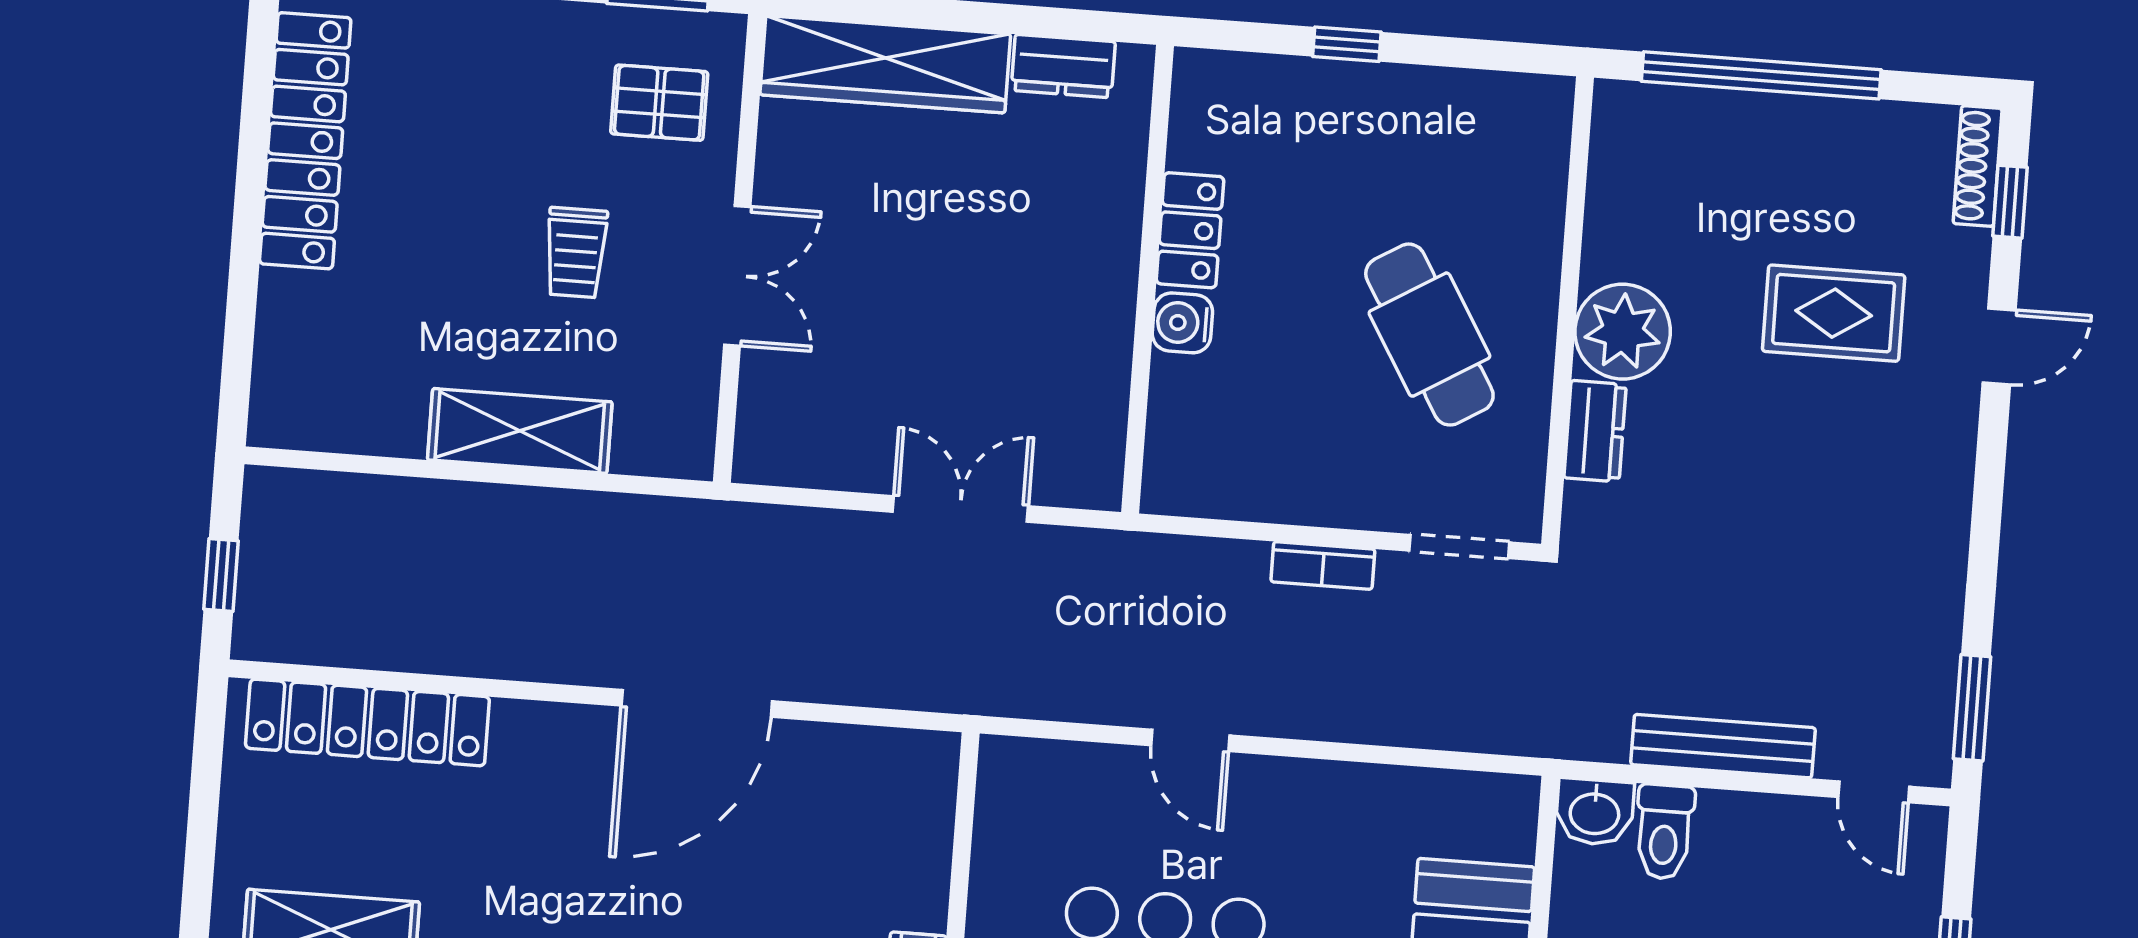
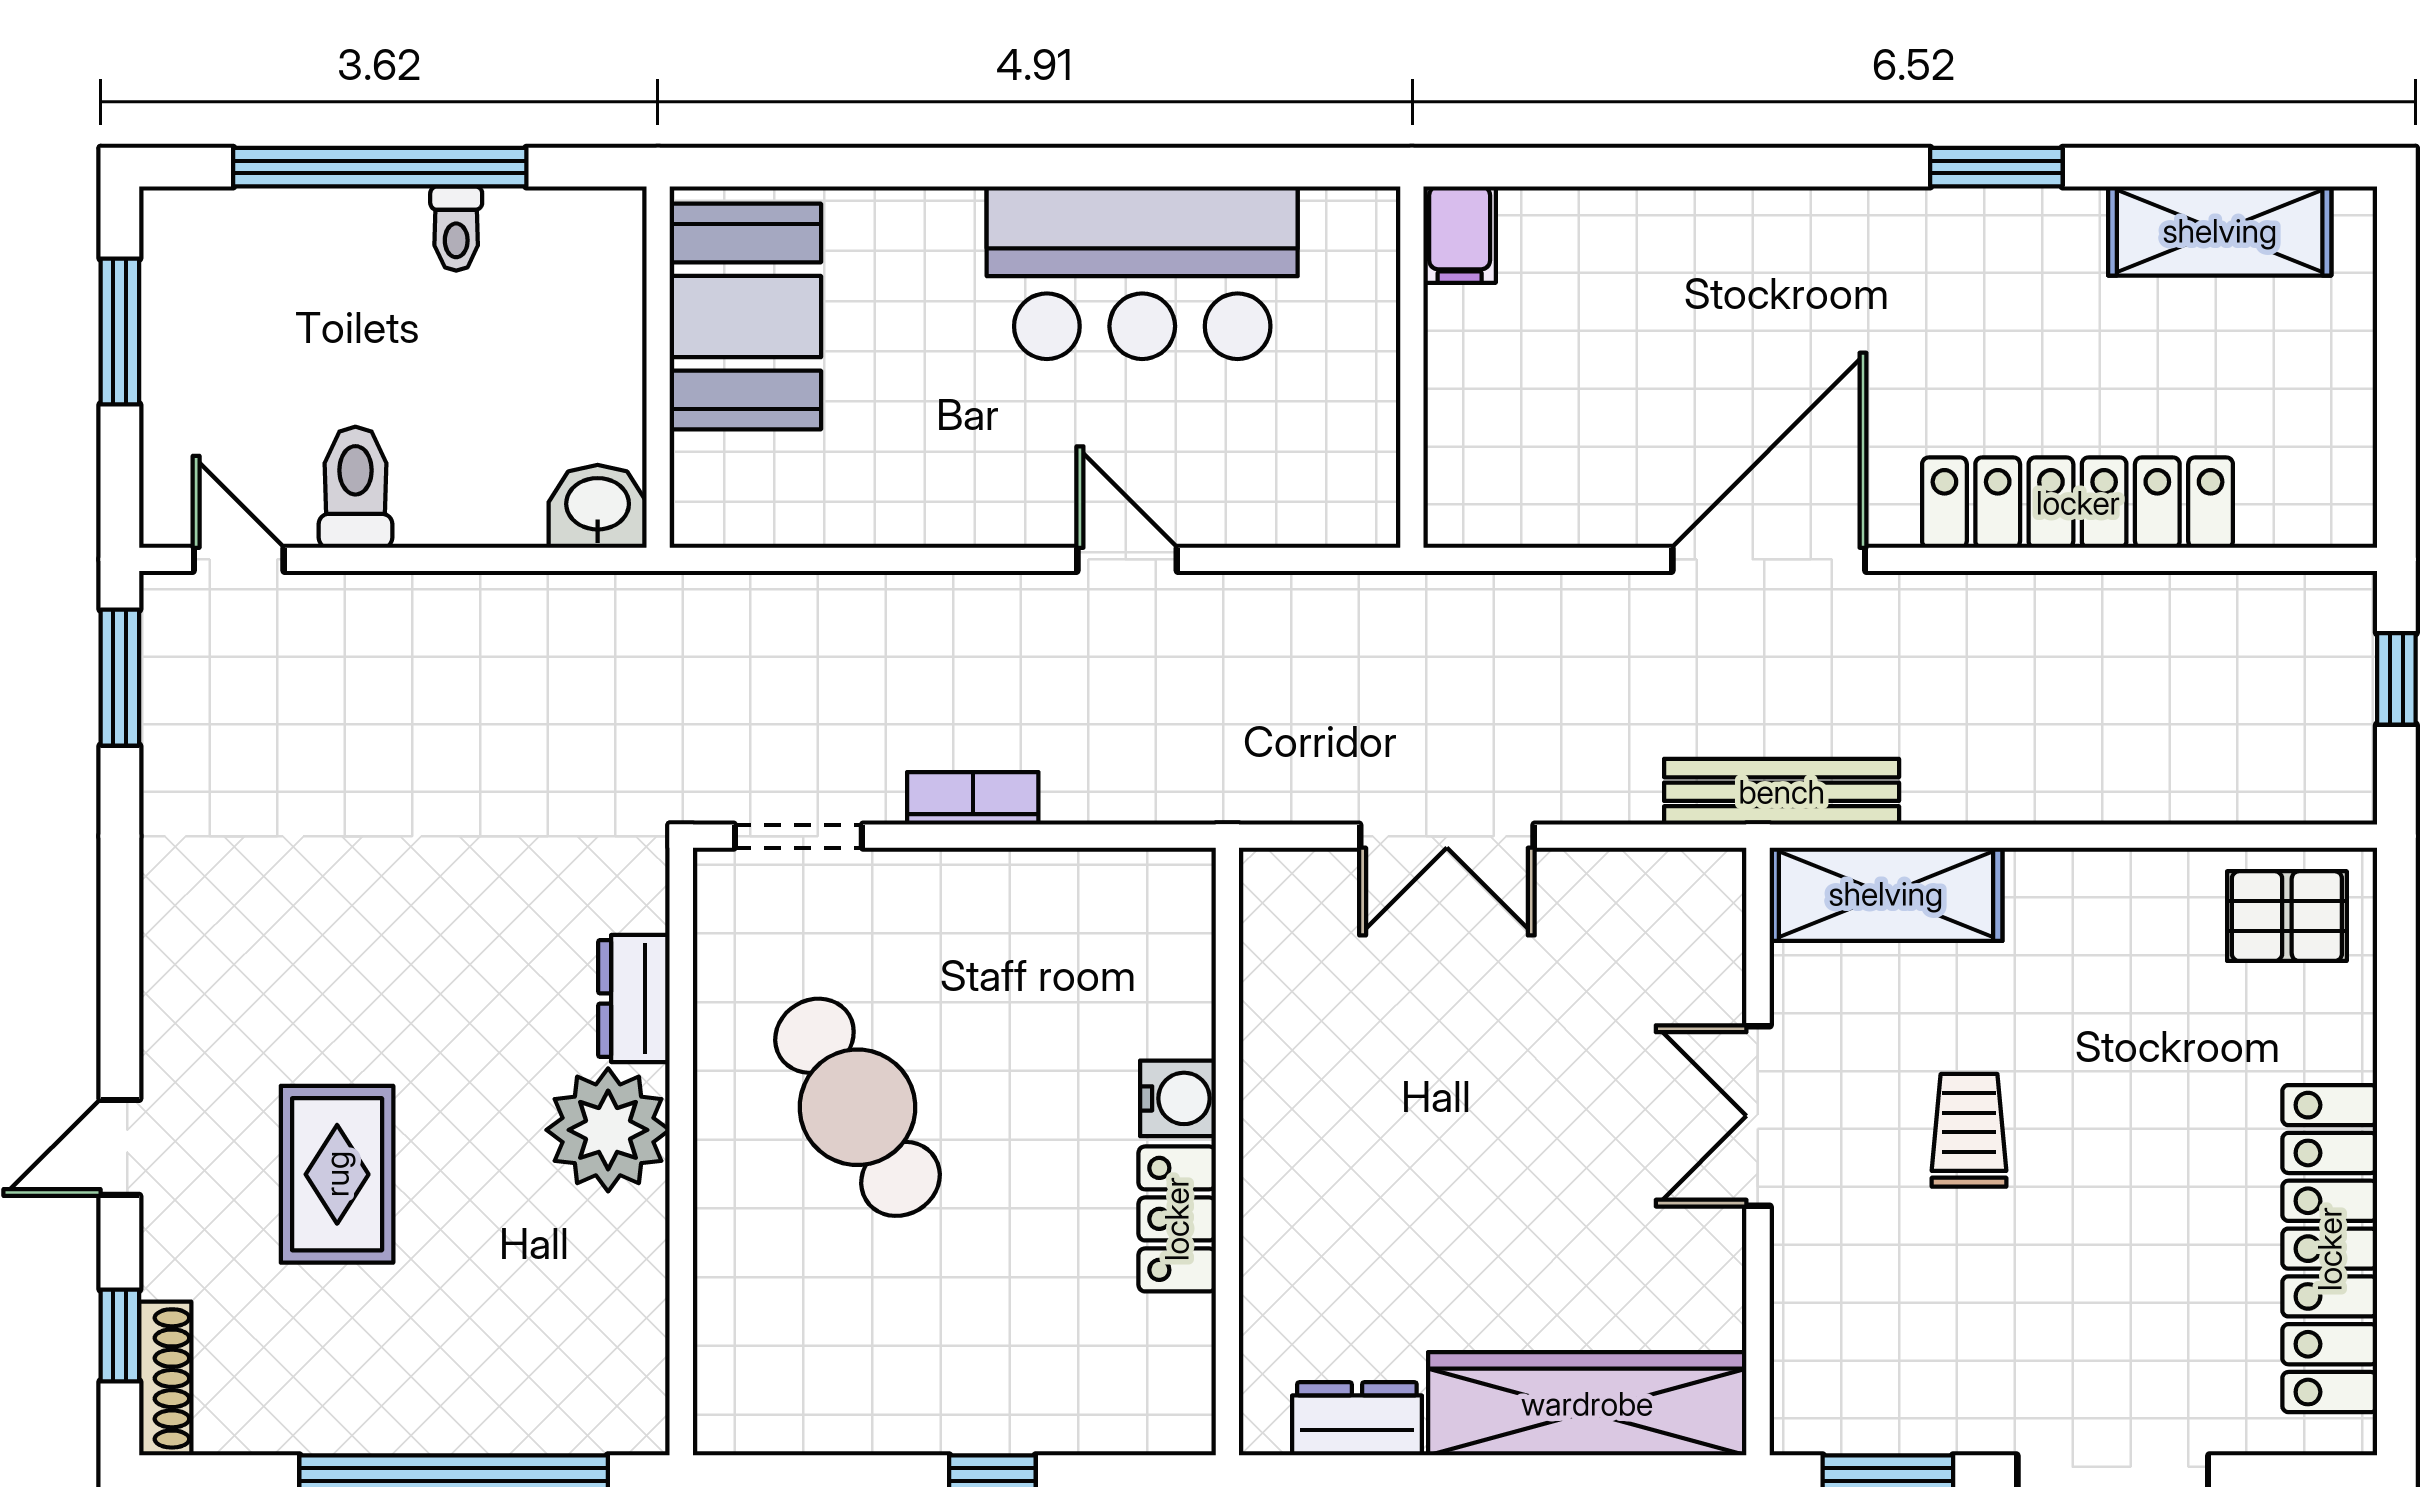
pallet: (659, 103) -> (2287, 916), moved
rug: (1834, 313) -> (337, 1174), turned 90
shelving: (520, 431) -> (1886, 894), moved
locker: (367, 722) -> (2078, 503), moved
bench: (1723, 746) -> (1782, 792), moved
toilet: (1664, 832) -> (355, 487), moved

